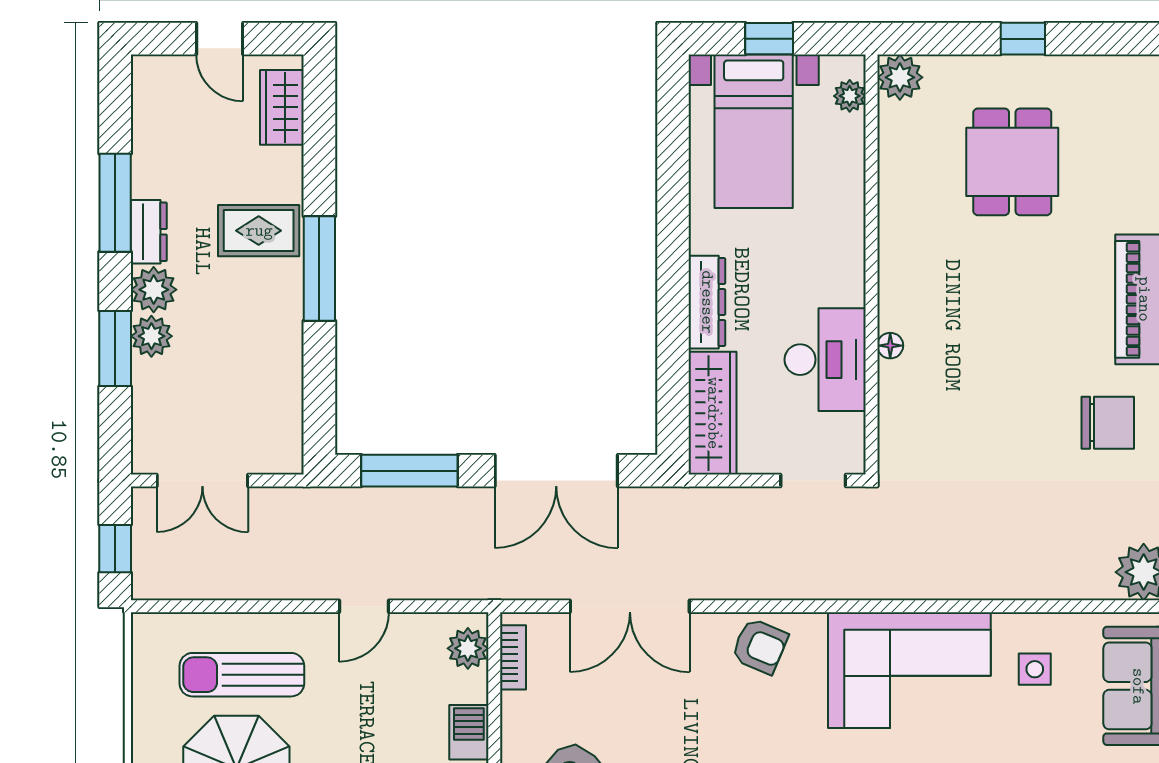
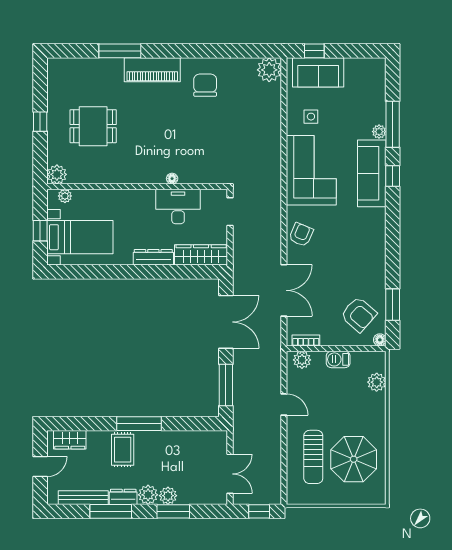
bench: (147, 139) -> (83, 498), added

